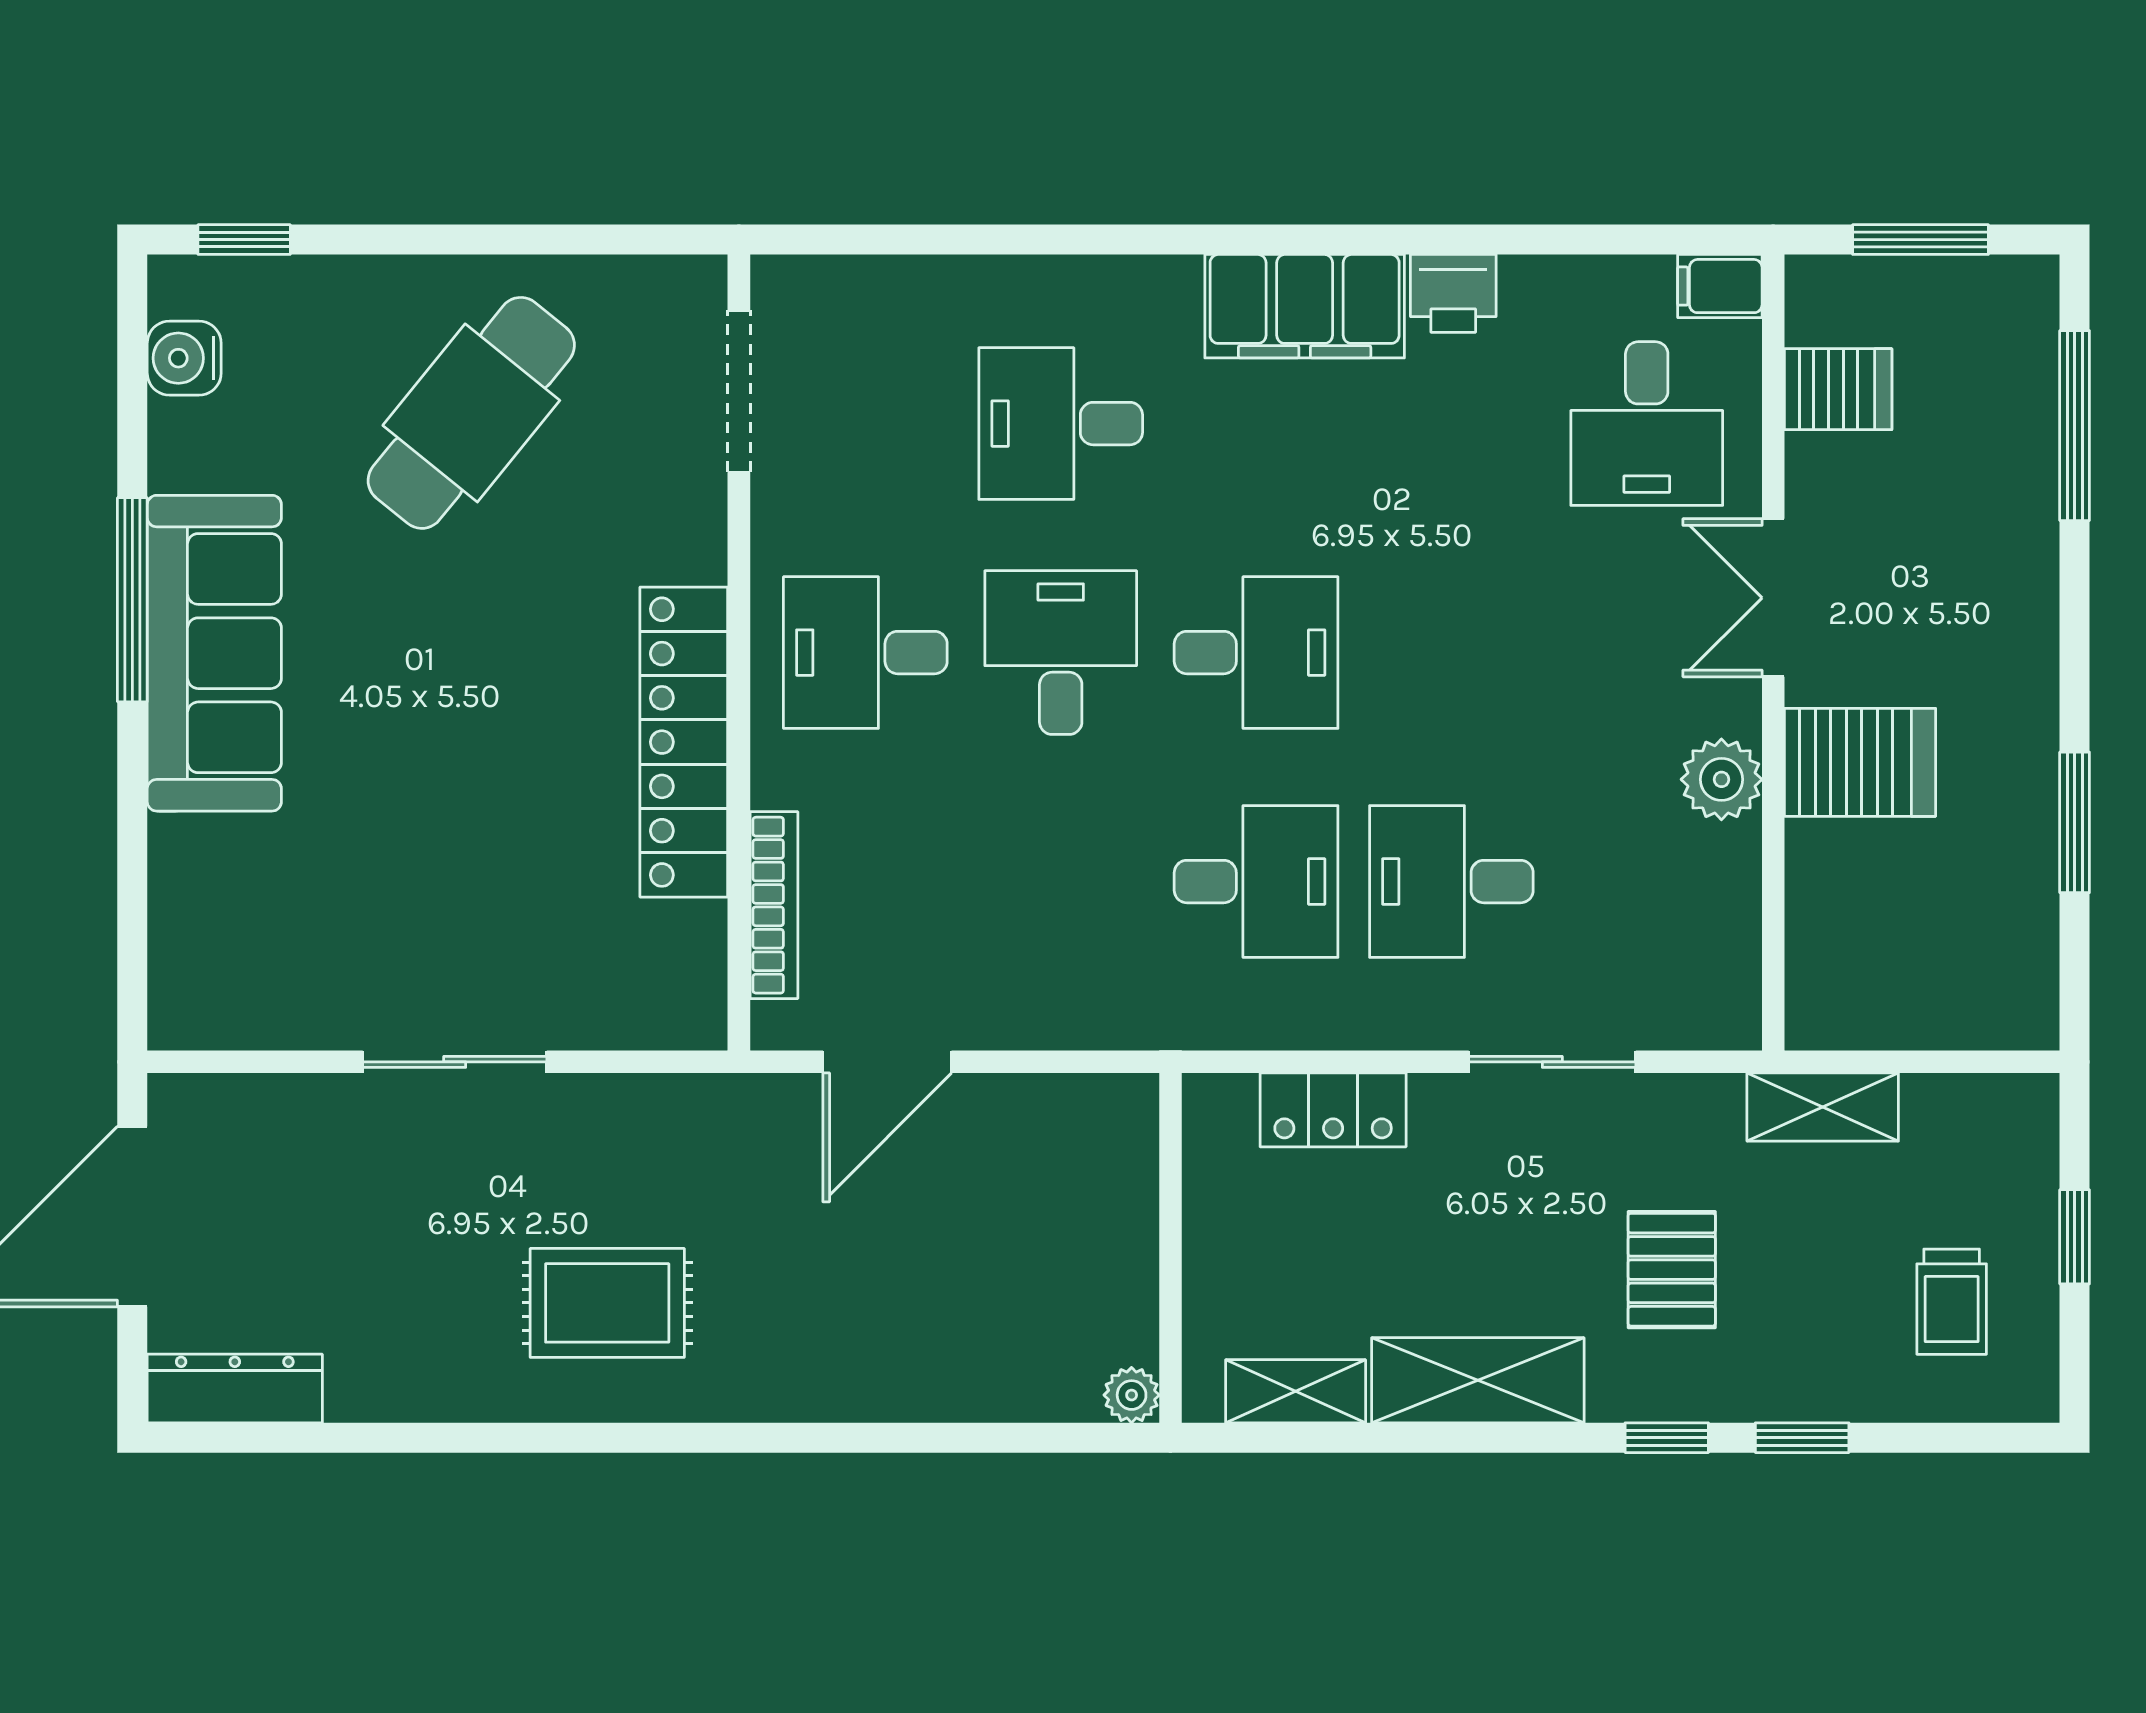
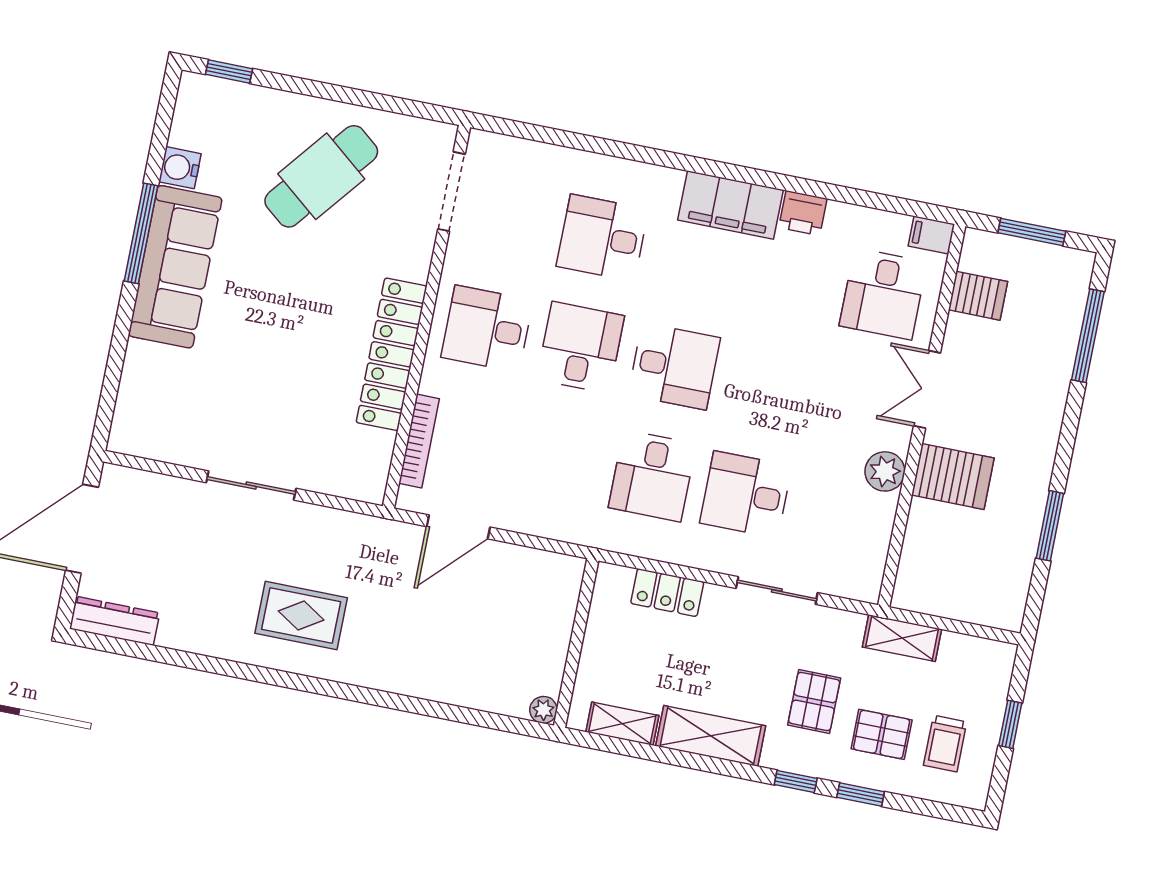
water cooler: (184, 358) -> (180, 168), moved
desk: (1256, 882) -> (652, 476), turned 90
pallet: (1820, 1309) -> (882, 734), added

